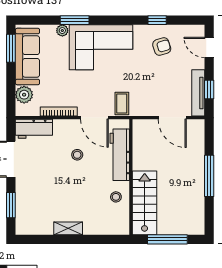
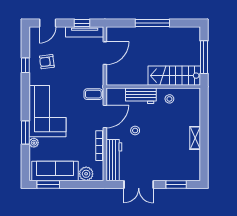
armchair: (162, 47) -> (47, 62), turned -80
workbench: (34, 129) -> (114, 160), width x1.38
workbench: (120, 155) -> (141, 96), width x0.73

